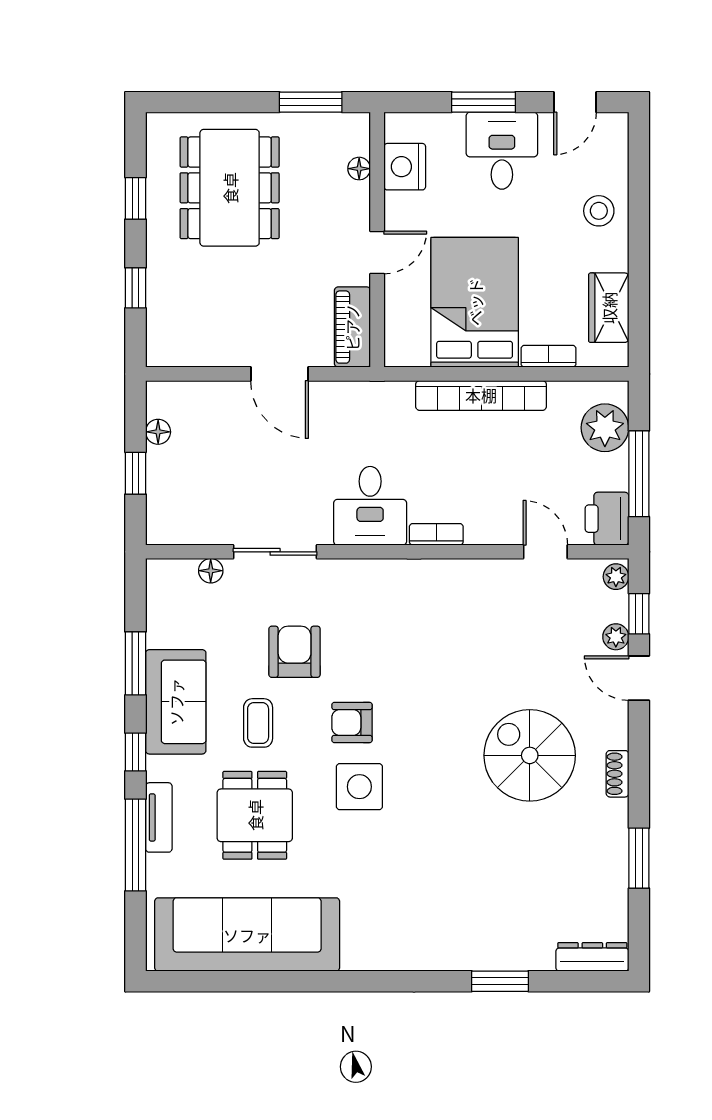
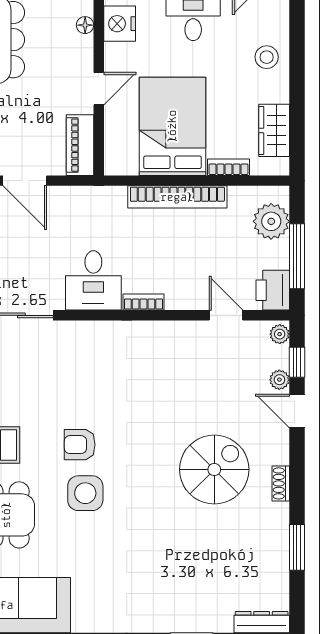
armchair: (295, 652) -> (36, 391), removed
spiral stairs: (530, 755) -> (214, 470), turned 90

